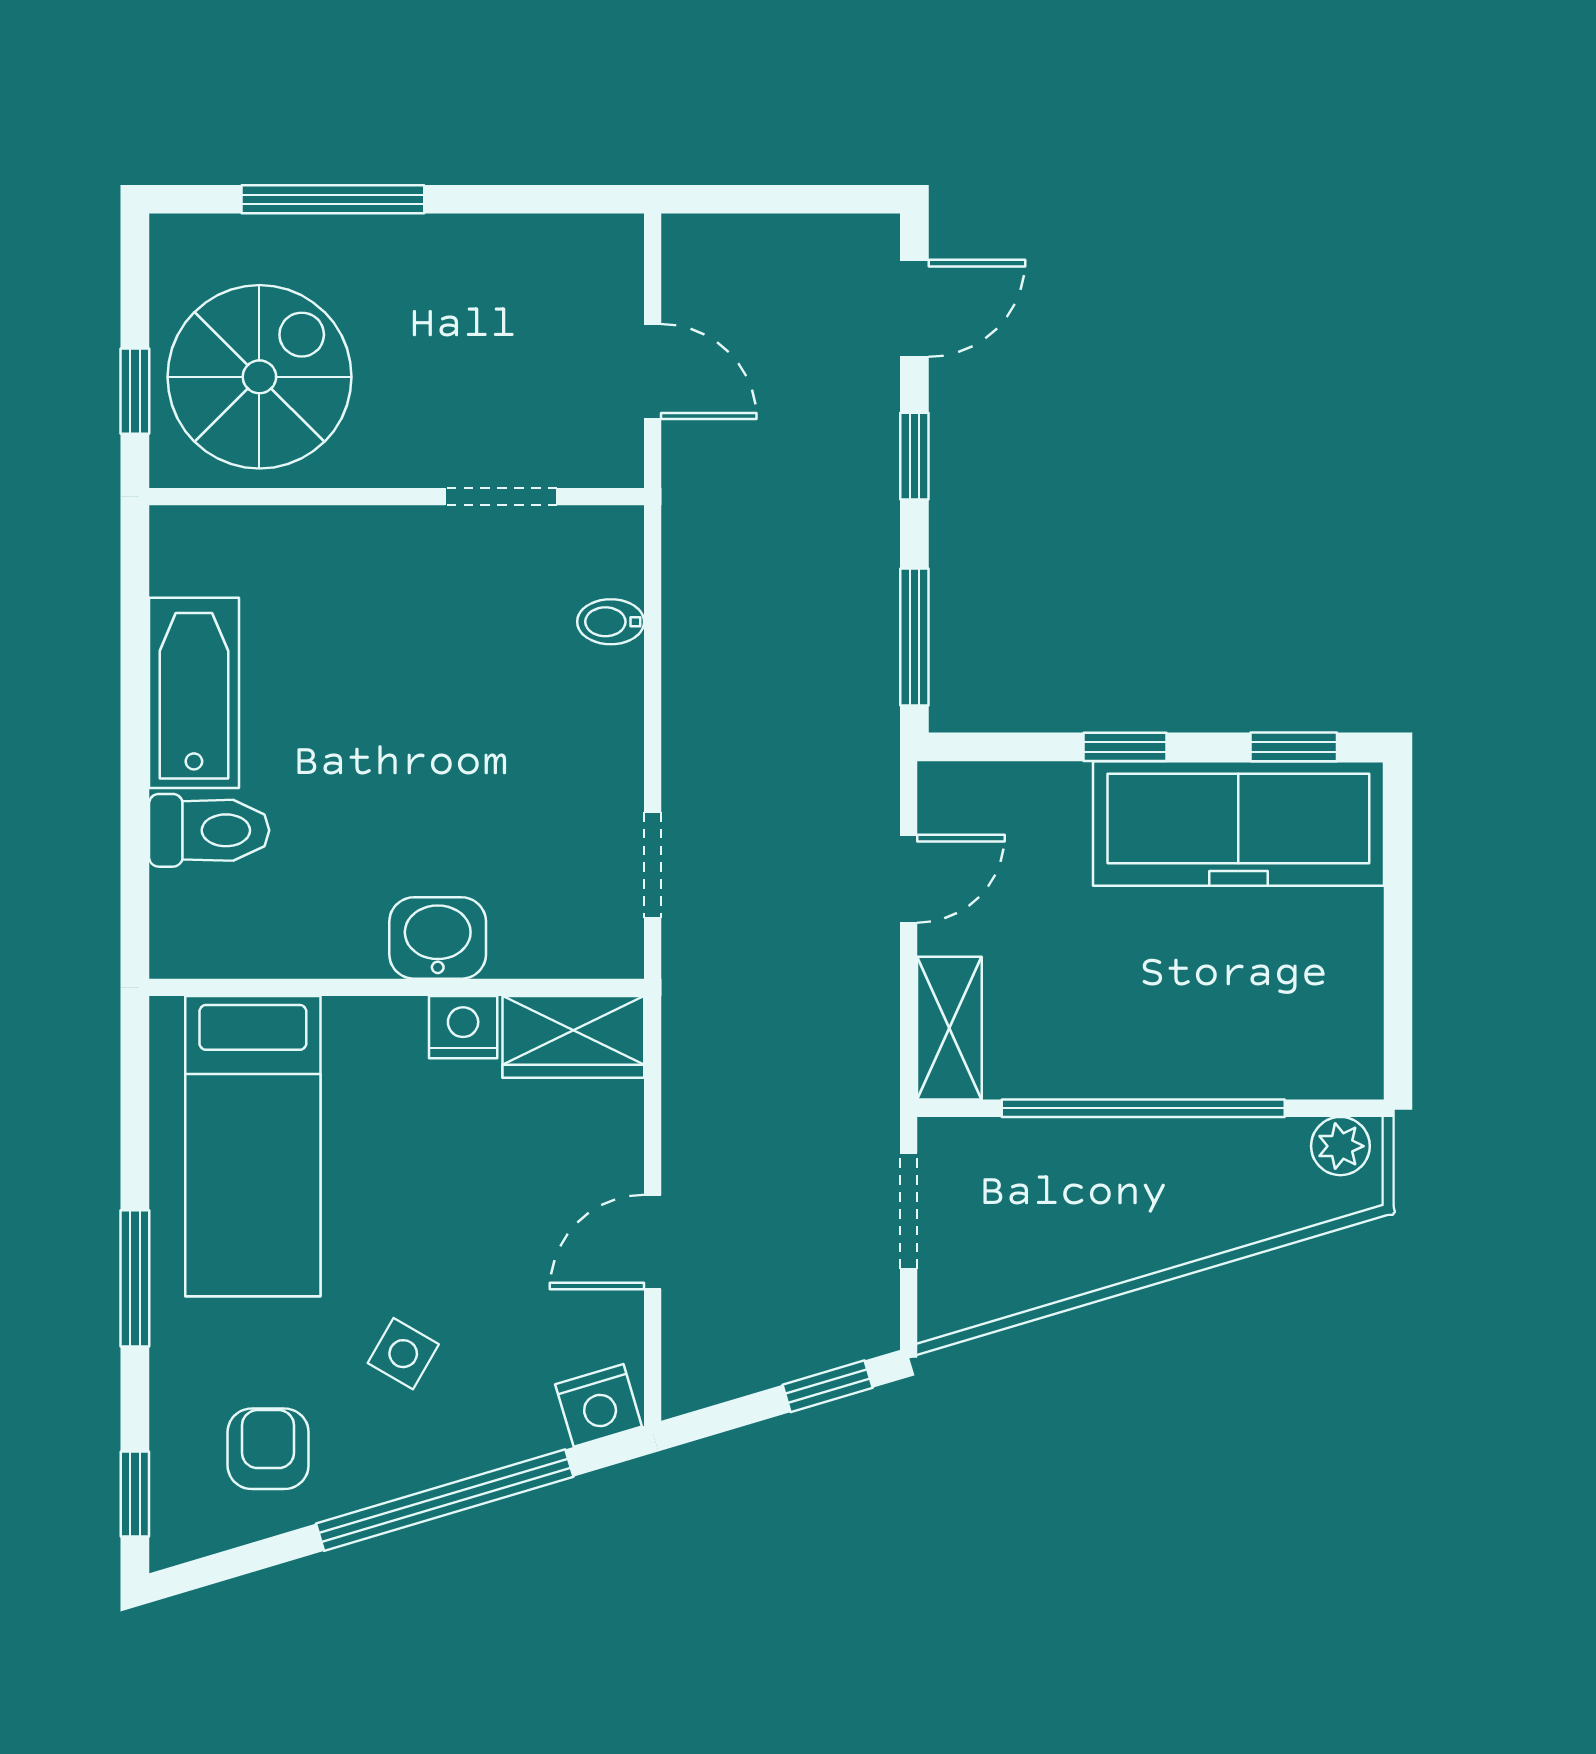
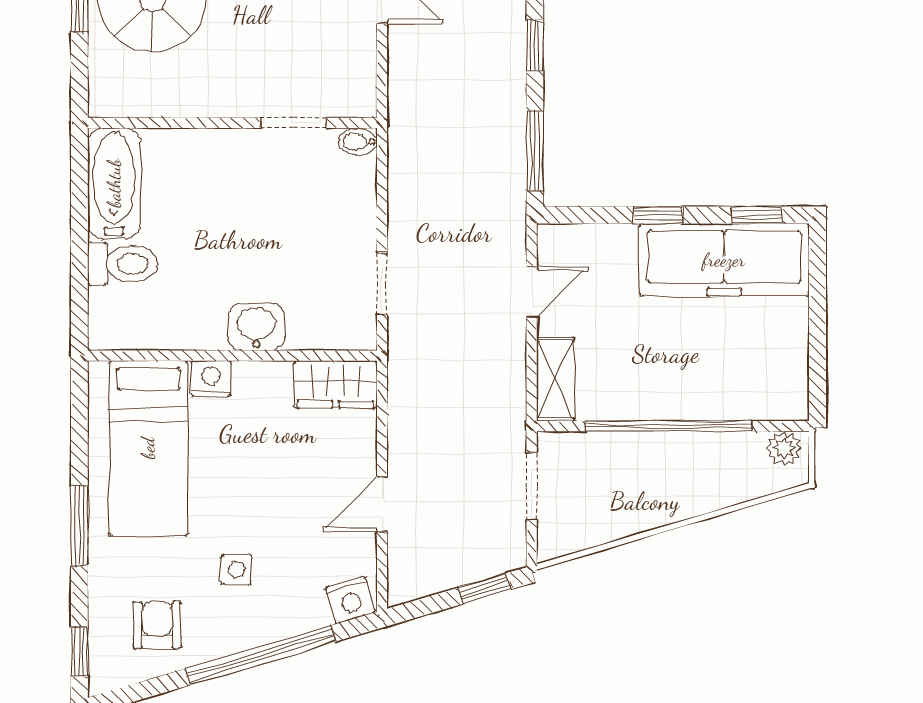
wall: (397, 497) -> (232, 123), moved
doorway: (501, 497) -> (293, 123), moved
nightstand: (463, 1027) -> (211, 379), moved
side table: (403, 1354) -> (236, 570), turned -30

